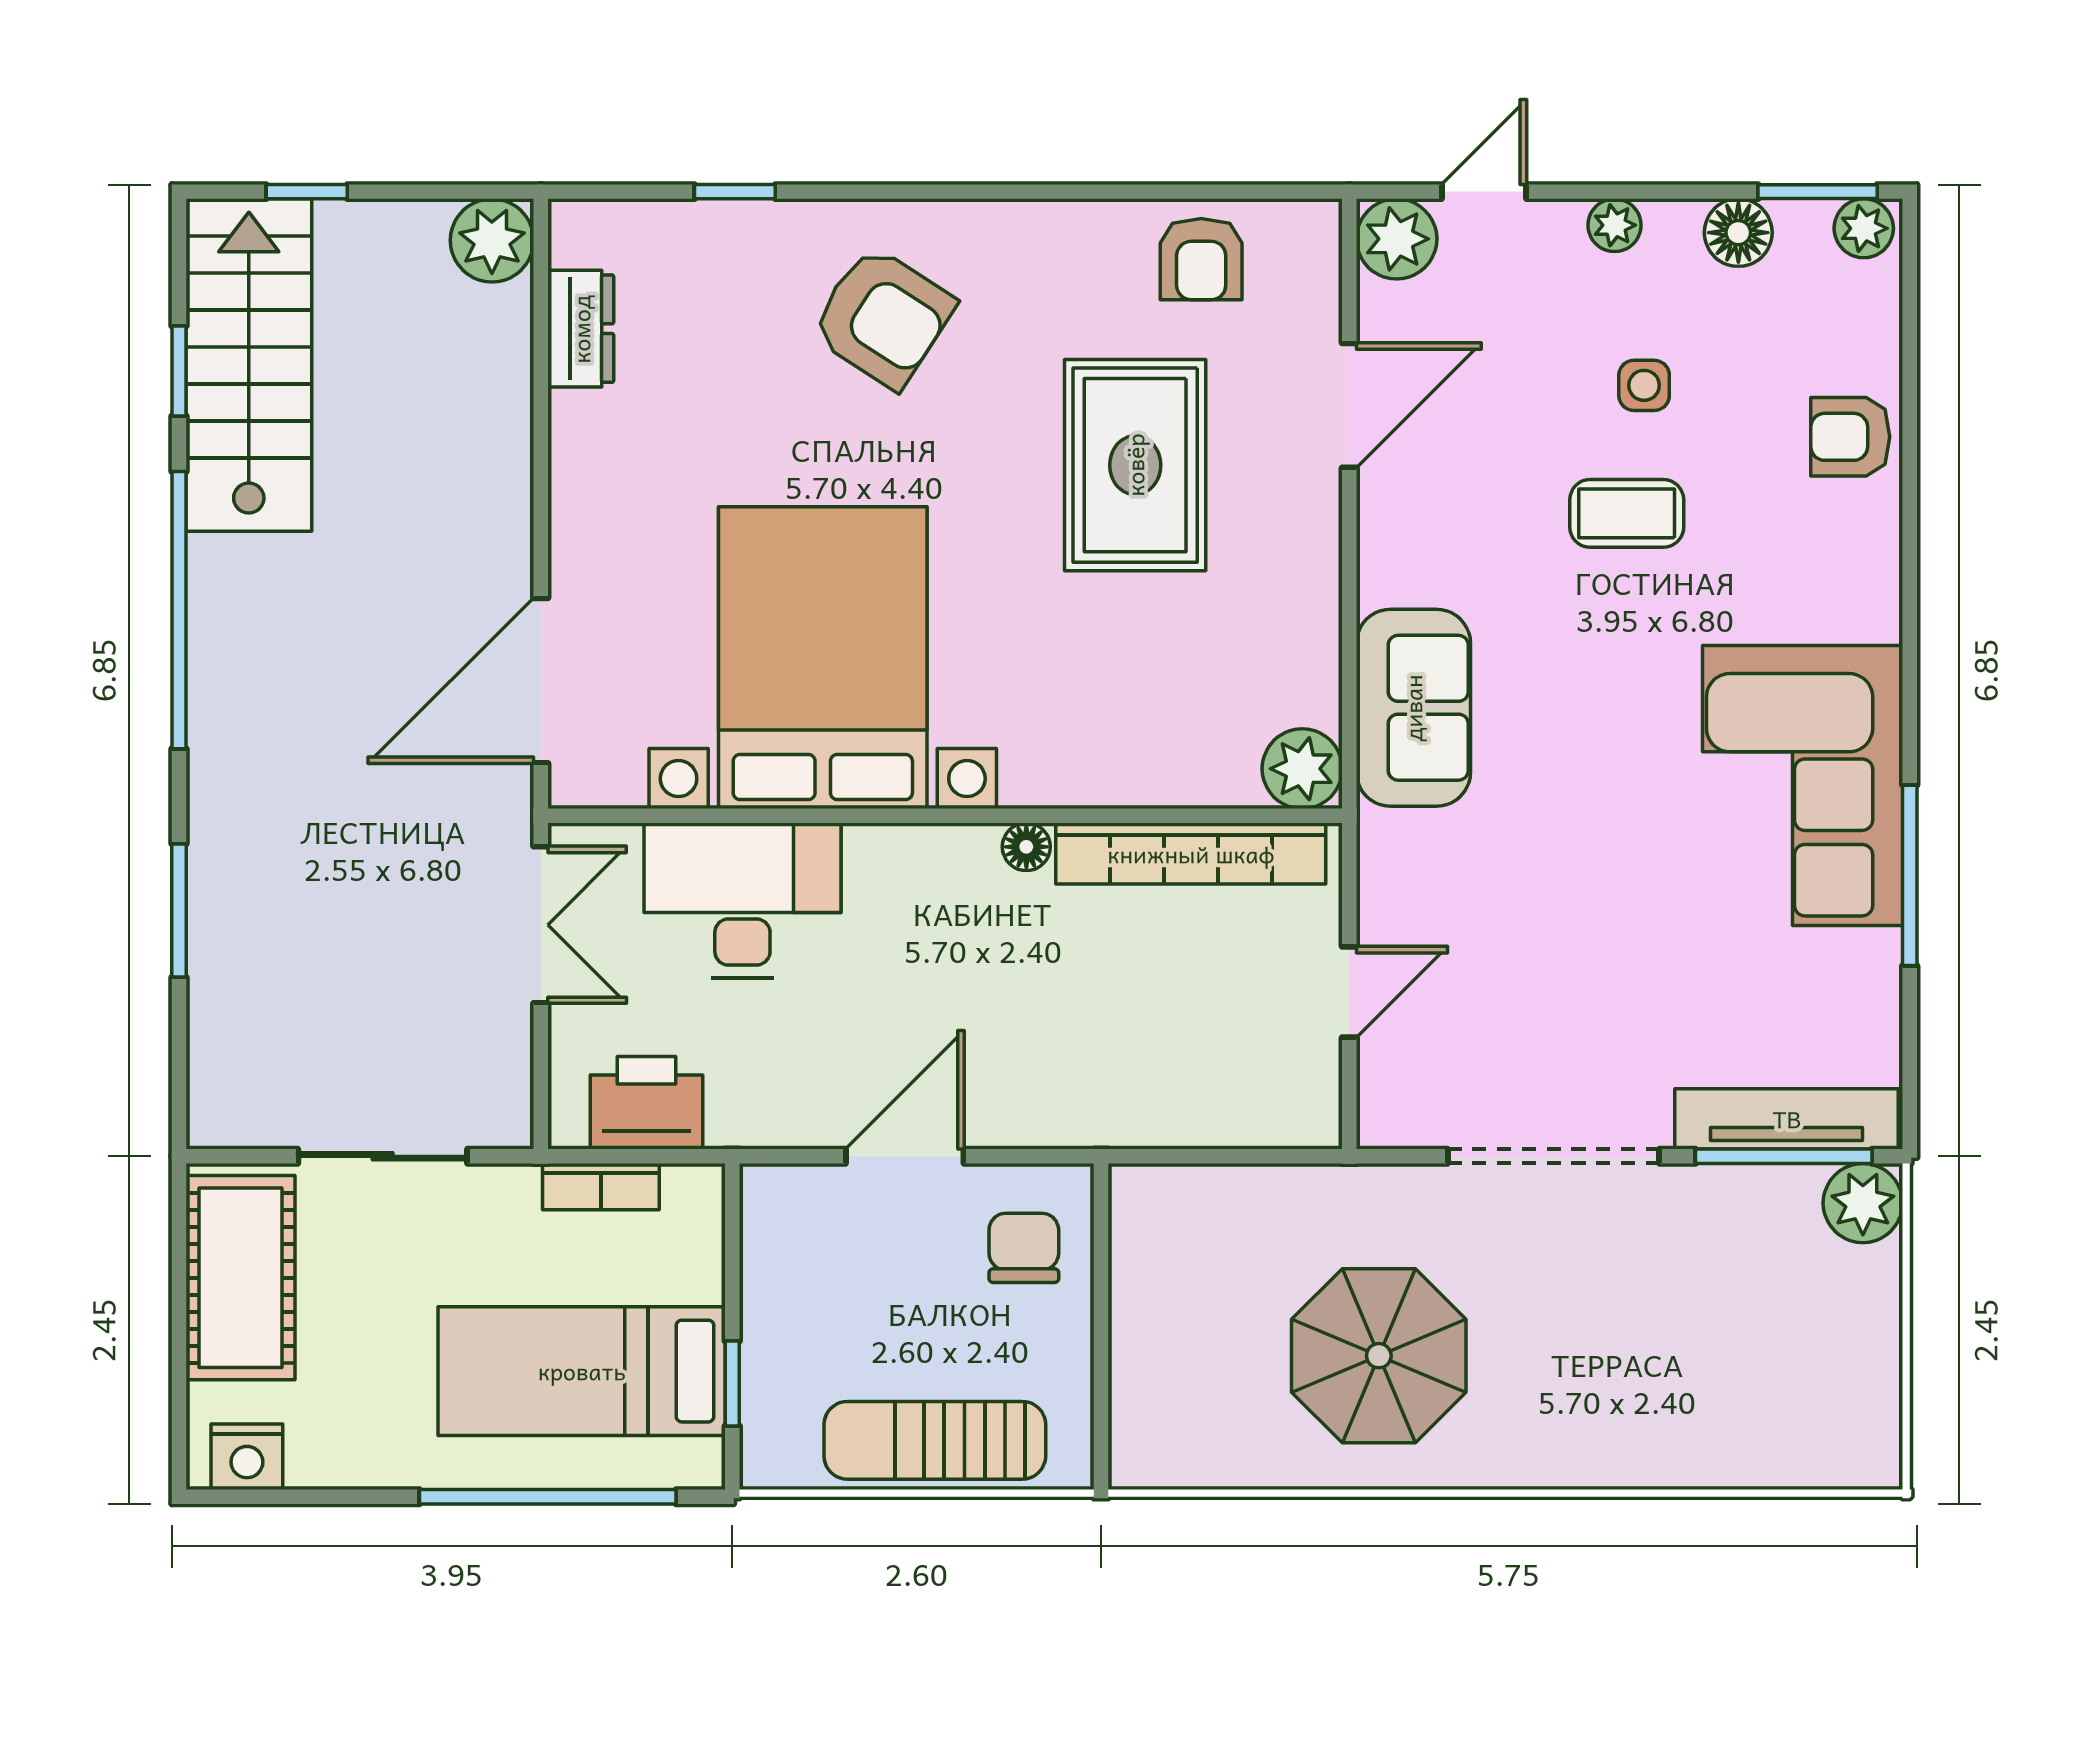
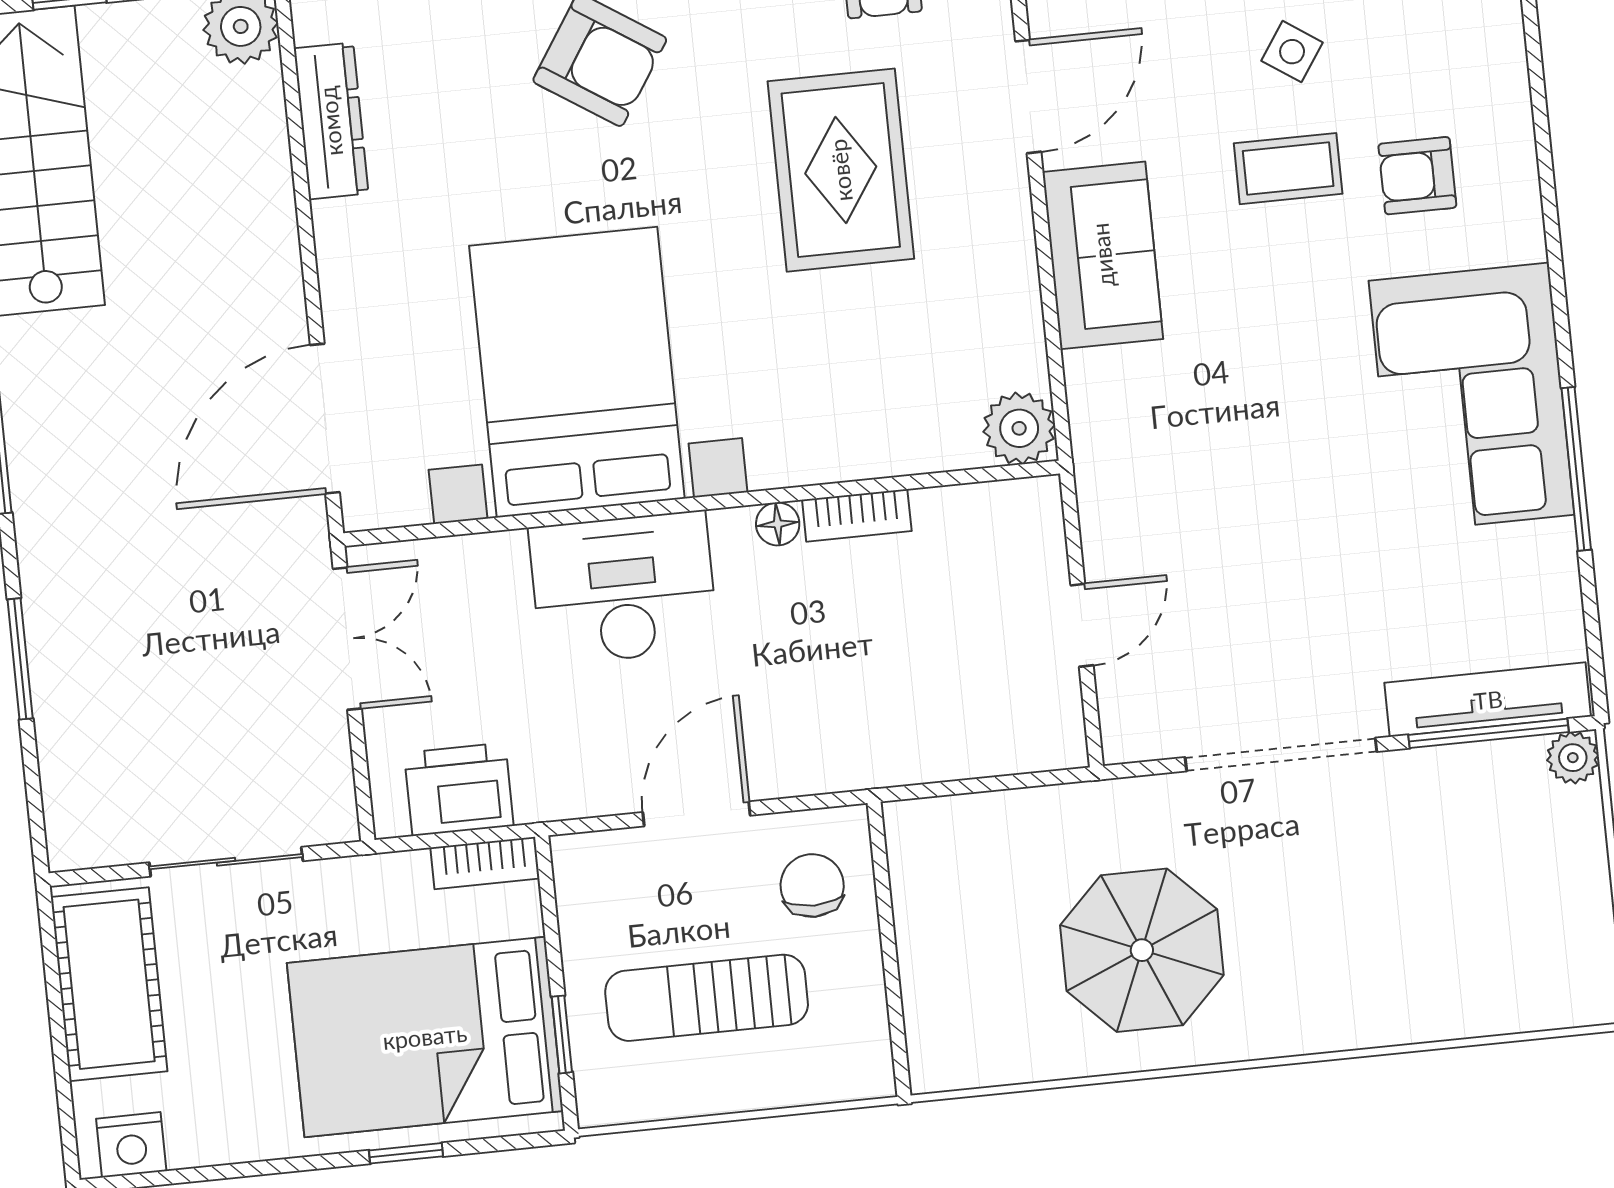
dresser: (581, 329) -> (331, 121), width x1.44
side table: (1644, 385) -> (1292, 52), turned 34
armchair: (1850, 437) -> (1417, 176), moved
sofa: (1413, 708) -> (1103, 255), moved
bookcase: (1191, 854) -> (857, 515), width x0.43, depth x0.76
desk: (742, 900) -> (623, 588), moved
bookcase: (601, 1187) -> (485, 863), moved
plant: (1863, 1203) -> (1573, 758), width x0.73, depth x0.73
bed: (582, 1371) -> (425, 1037), width x1.50
sun lounger: (935, 1440) -> (707, 998), moved
window: (548, 1497) -> (406, 1153), width x0.32

